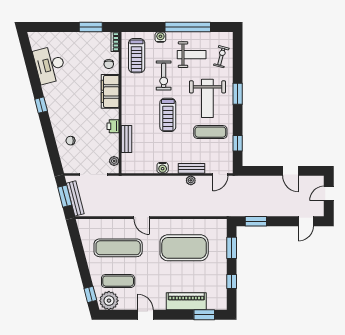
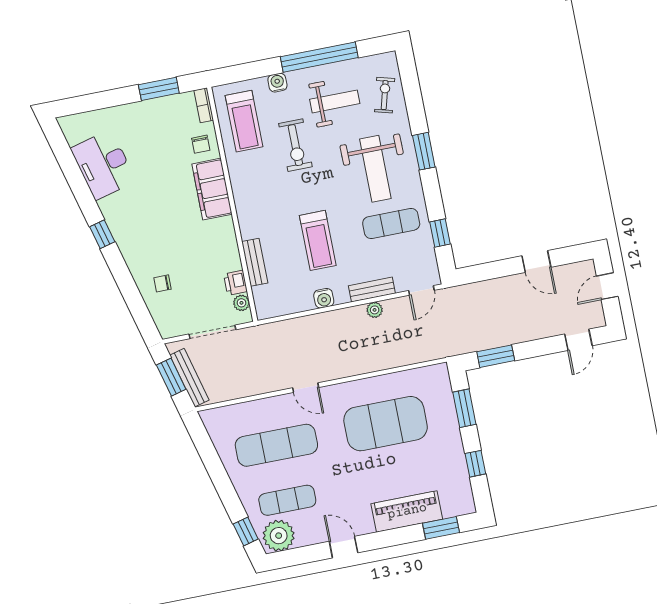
treadmill: (168, 115) -> (318, 240), moved
printer: (113, 126) -> (235, 283), moved

